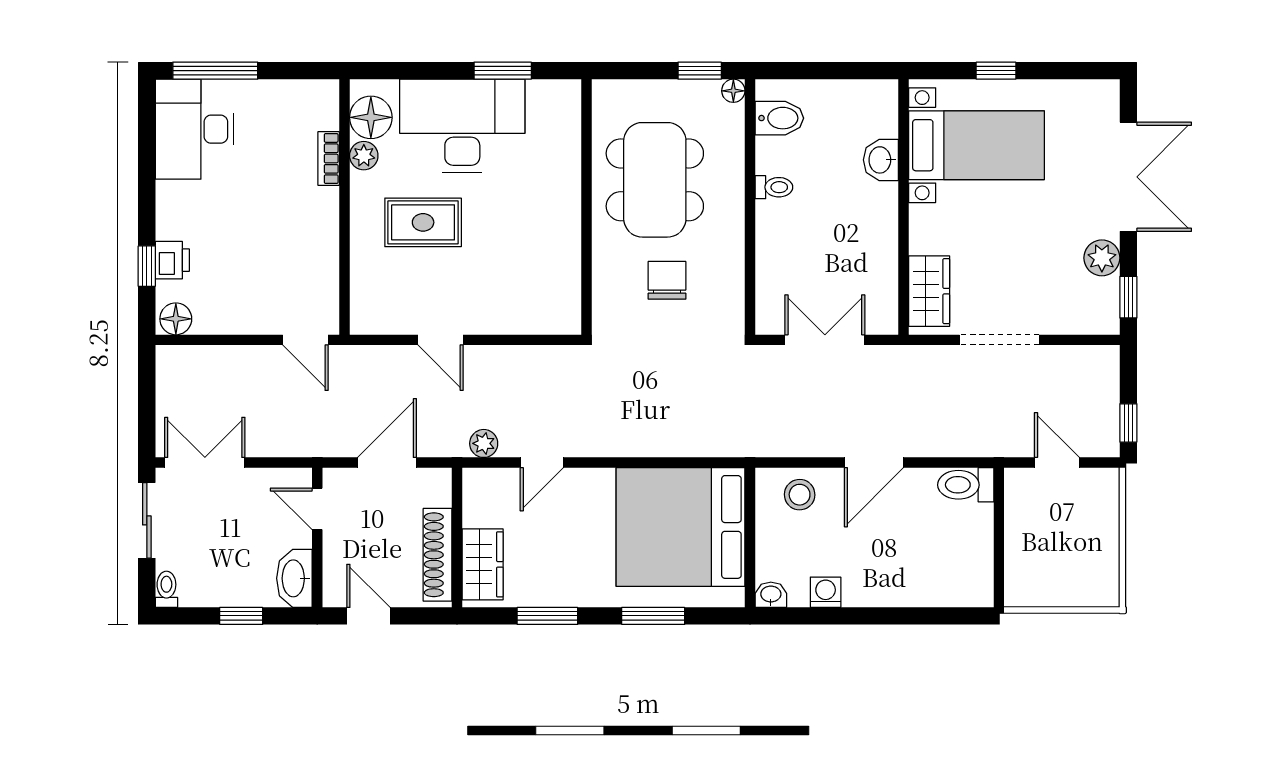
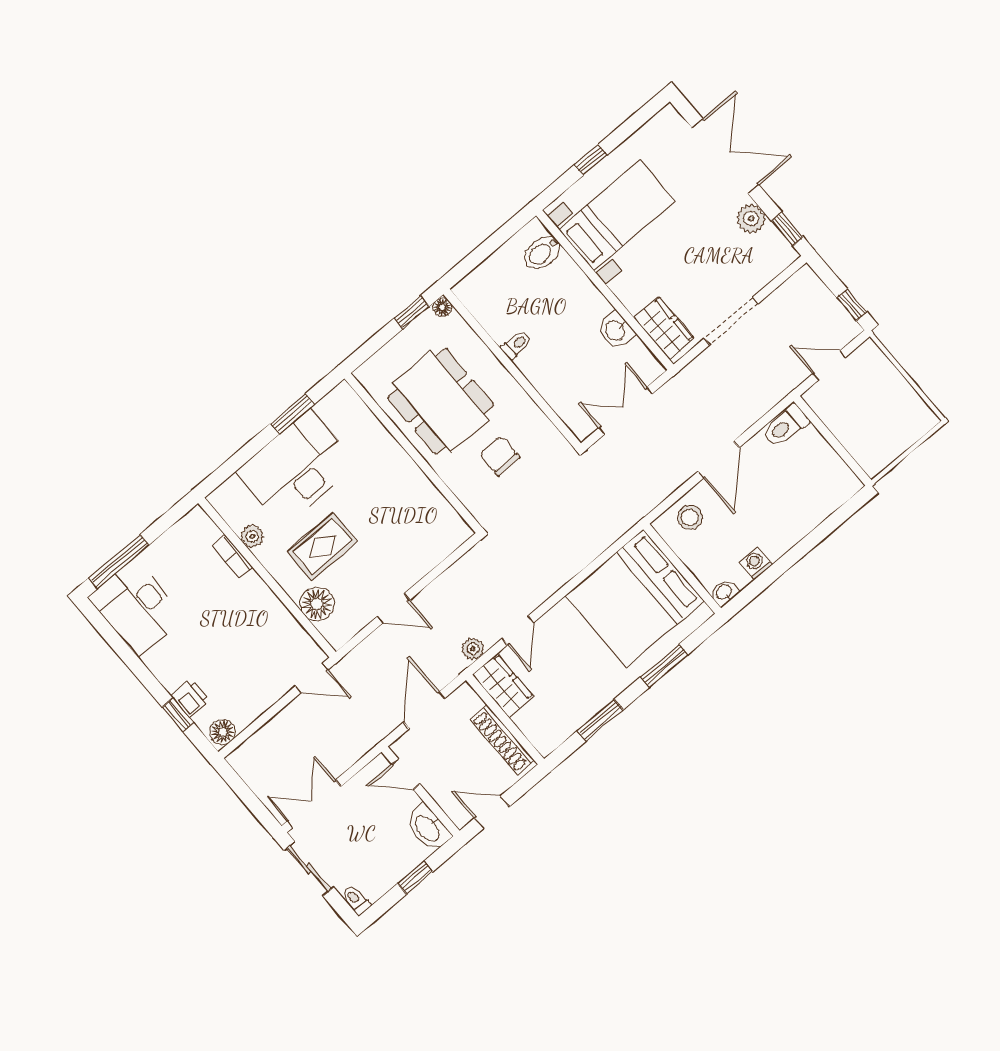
floor lamp: (371, 117) -> (317, 604), moved
bidet: (779, 118) -> (542, 252), moved, turned 180
washbasin: (881, 160) -> (616, 330), moved
wardrobe: (483, 564) -> (503, 685), moved

